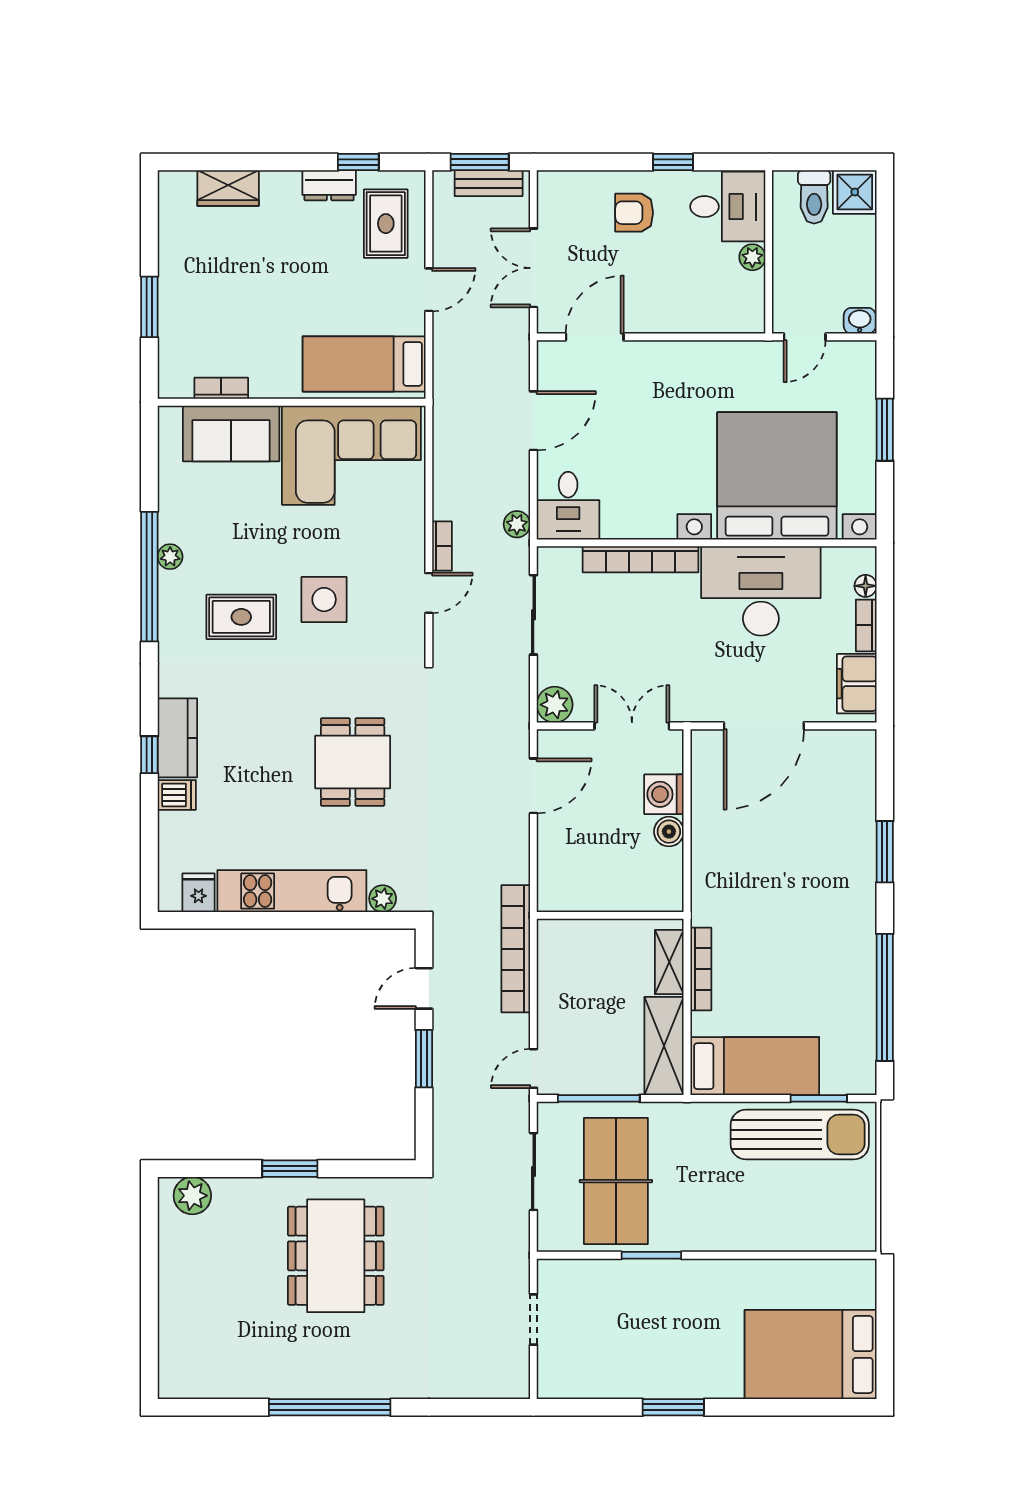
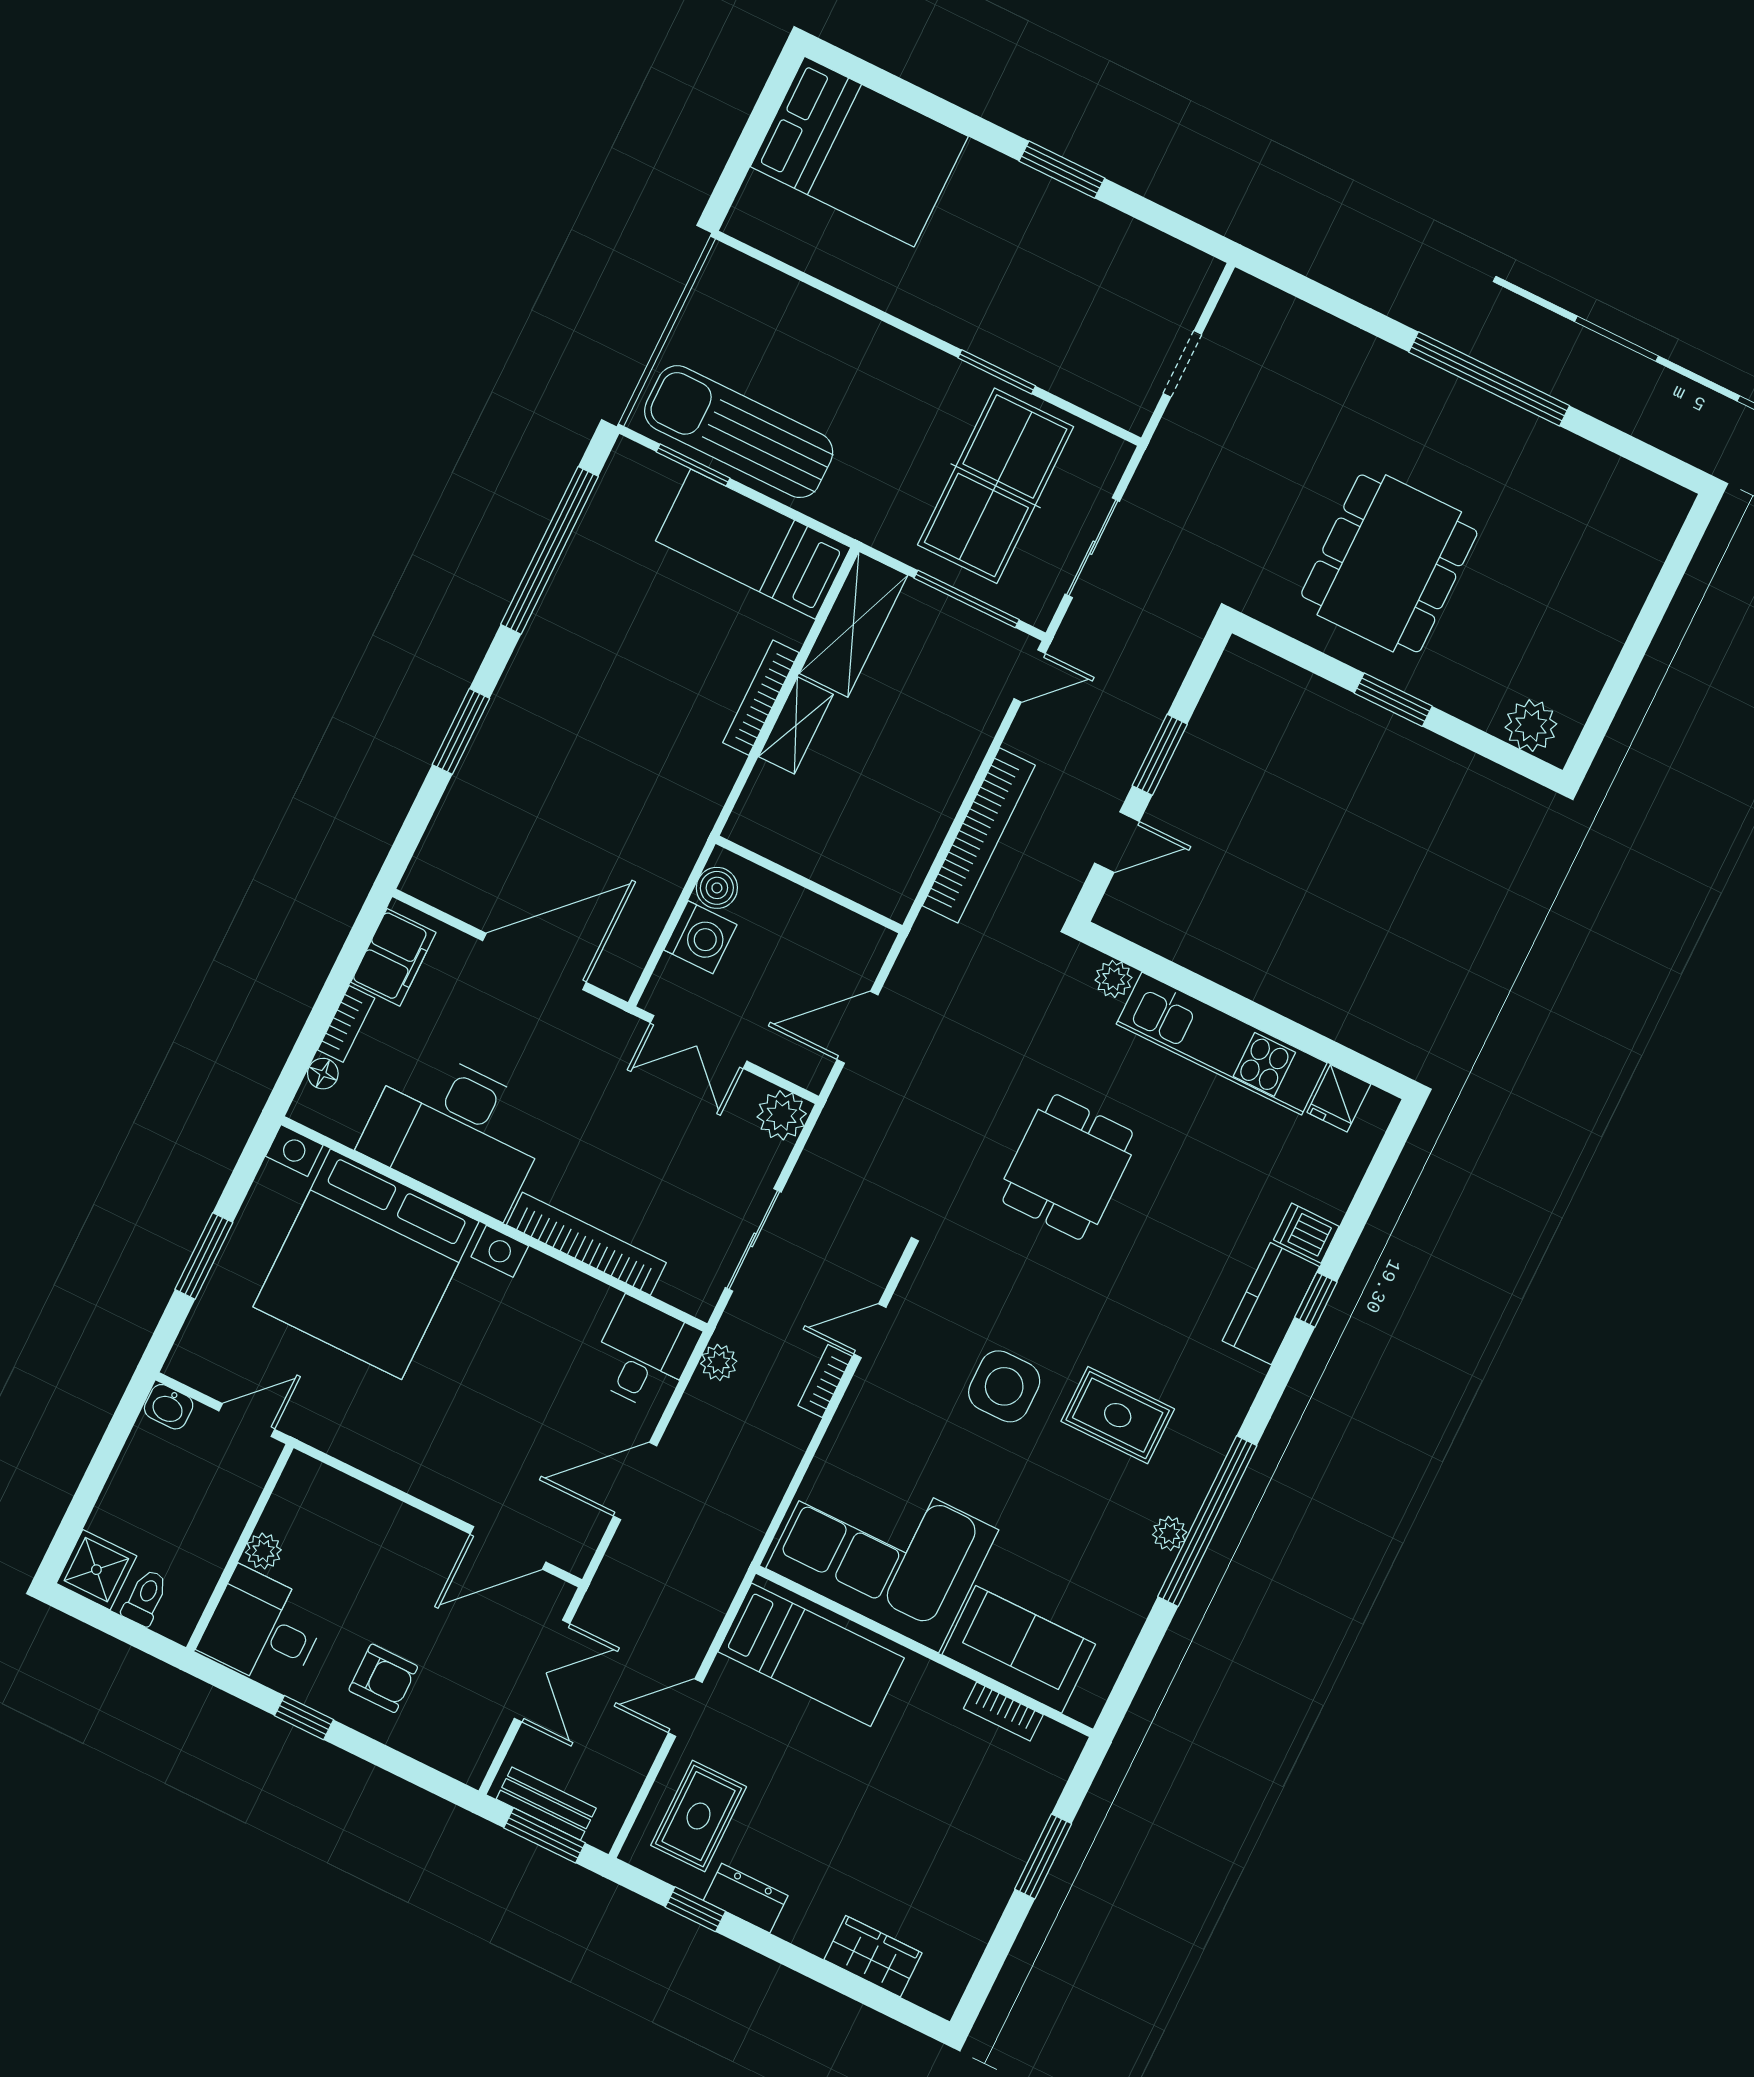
toilet: (814, 197) -> (145, 1598), width x0.73, depth x0.72
wall: (610, 915) -> (809, 884), moved

